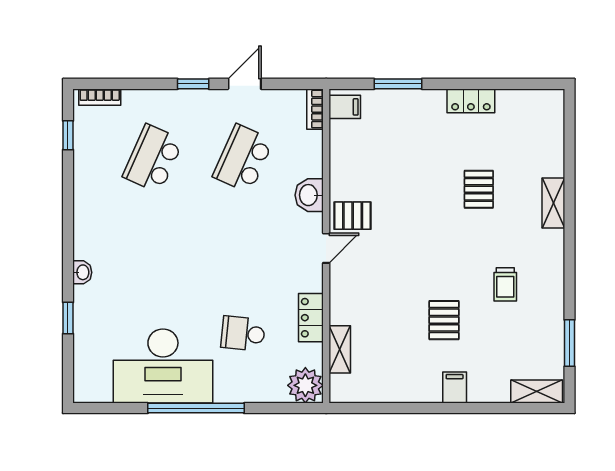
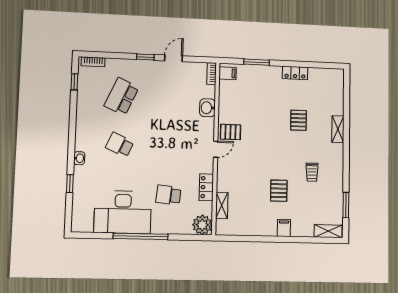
school desk: (243, 158) -> (120, 145), moved, width x0.54
washbasin: (309, 195) -> (207, 108), moved

